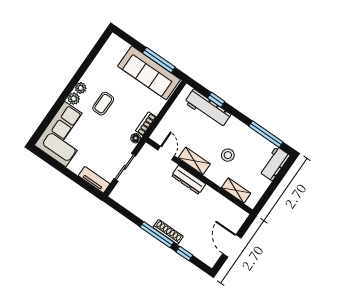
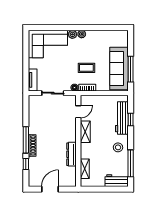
coffee table: (103, 104) -> (86, 68), moved
stool: (228, 155) -> (118, 147), moved
dresser: (189, 180) -> (72, 154), moved

